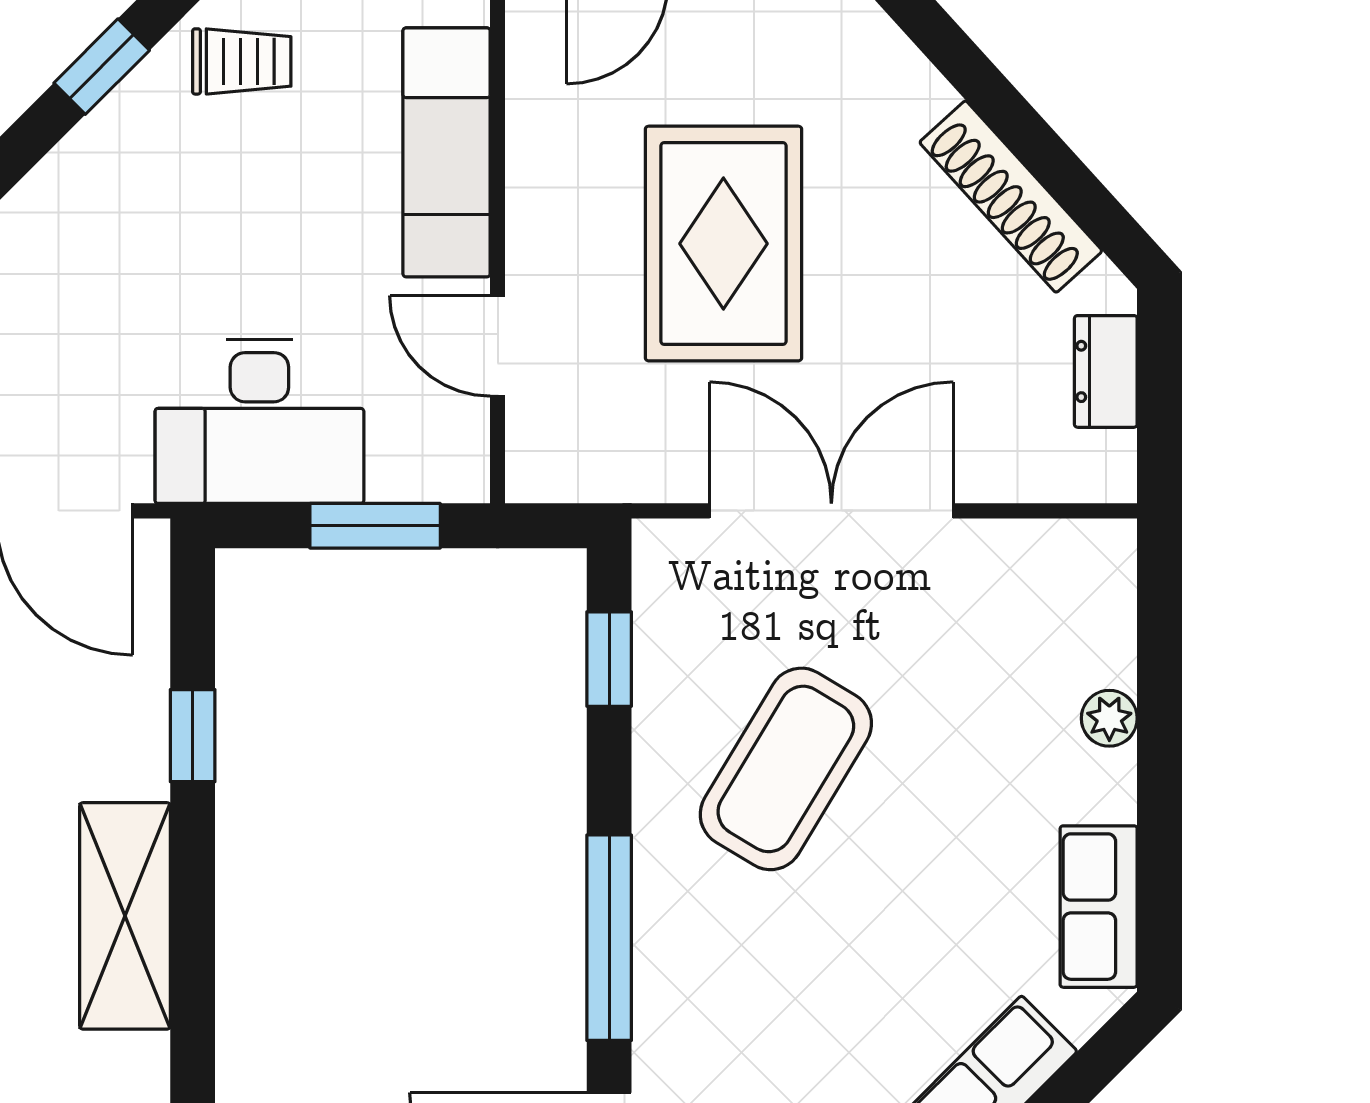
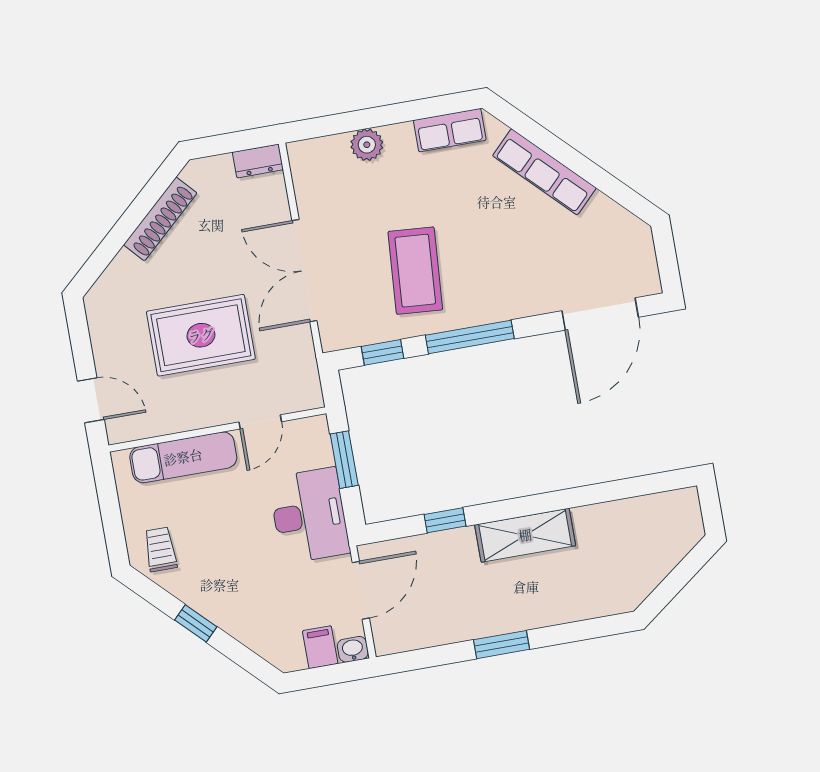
window: (102, 67) -> (196, 623), moved
dresser: (1106, 371) -> (258, 161), moved
plant: (1109, 718) -> (367, 145), width x1.38, depth x1.38
coffee table: (786, 769) -> (415, 271), turned 63
window: (609, 938) -> (470, 337), moved

